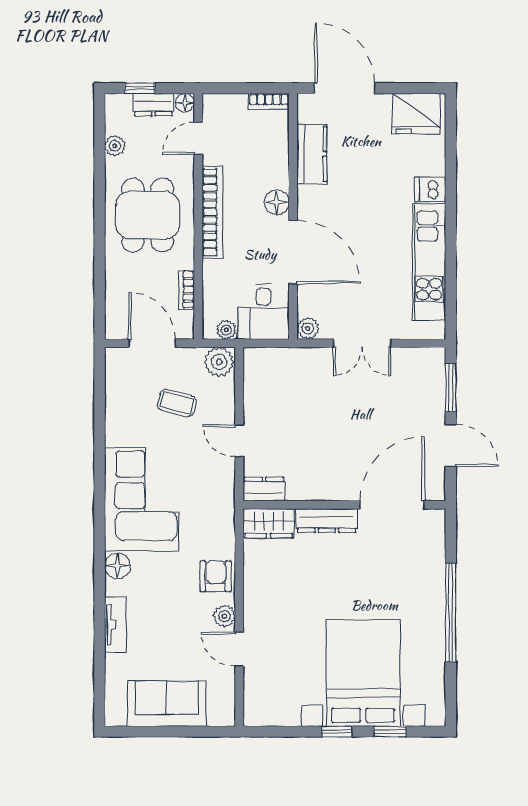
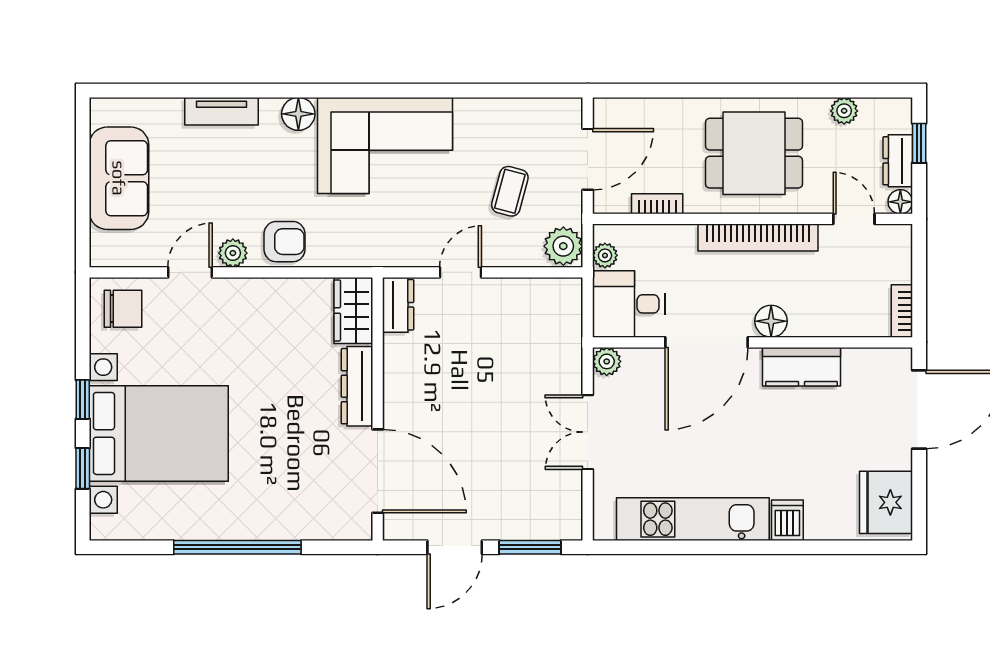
kitchen counter: (312, 154) -> (802, 367), moved
chair: (267, 701) -> (123, 309), added

